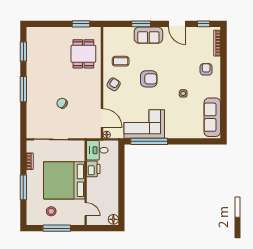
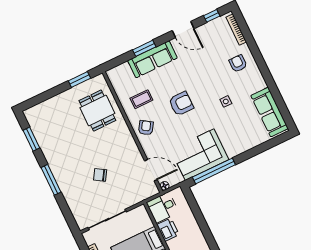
sofa: (148, 35) -> (152, 59), width x1.36

